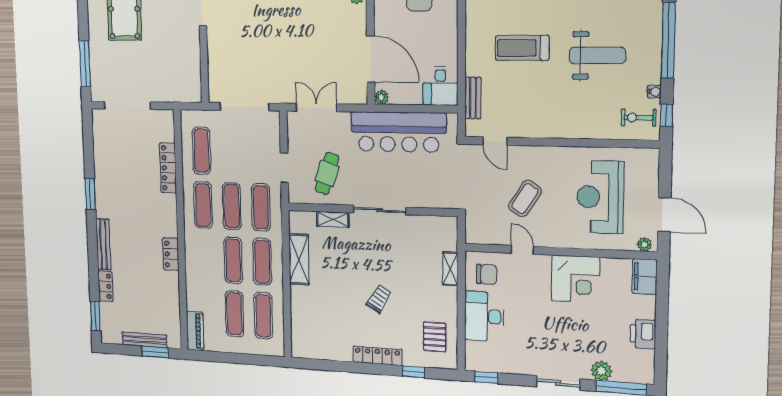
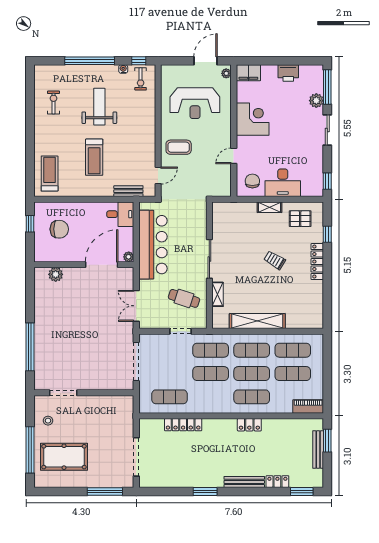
coffee table: (525, 199) -> (179, 147), moved, turned -33
exercise mat: (203, 205) -> (252, 397), moved
shelving: (299, 259) -> (257, 321), width x1.47
shelving: (450, 269) -> (269, 207), moved

